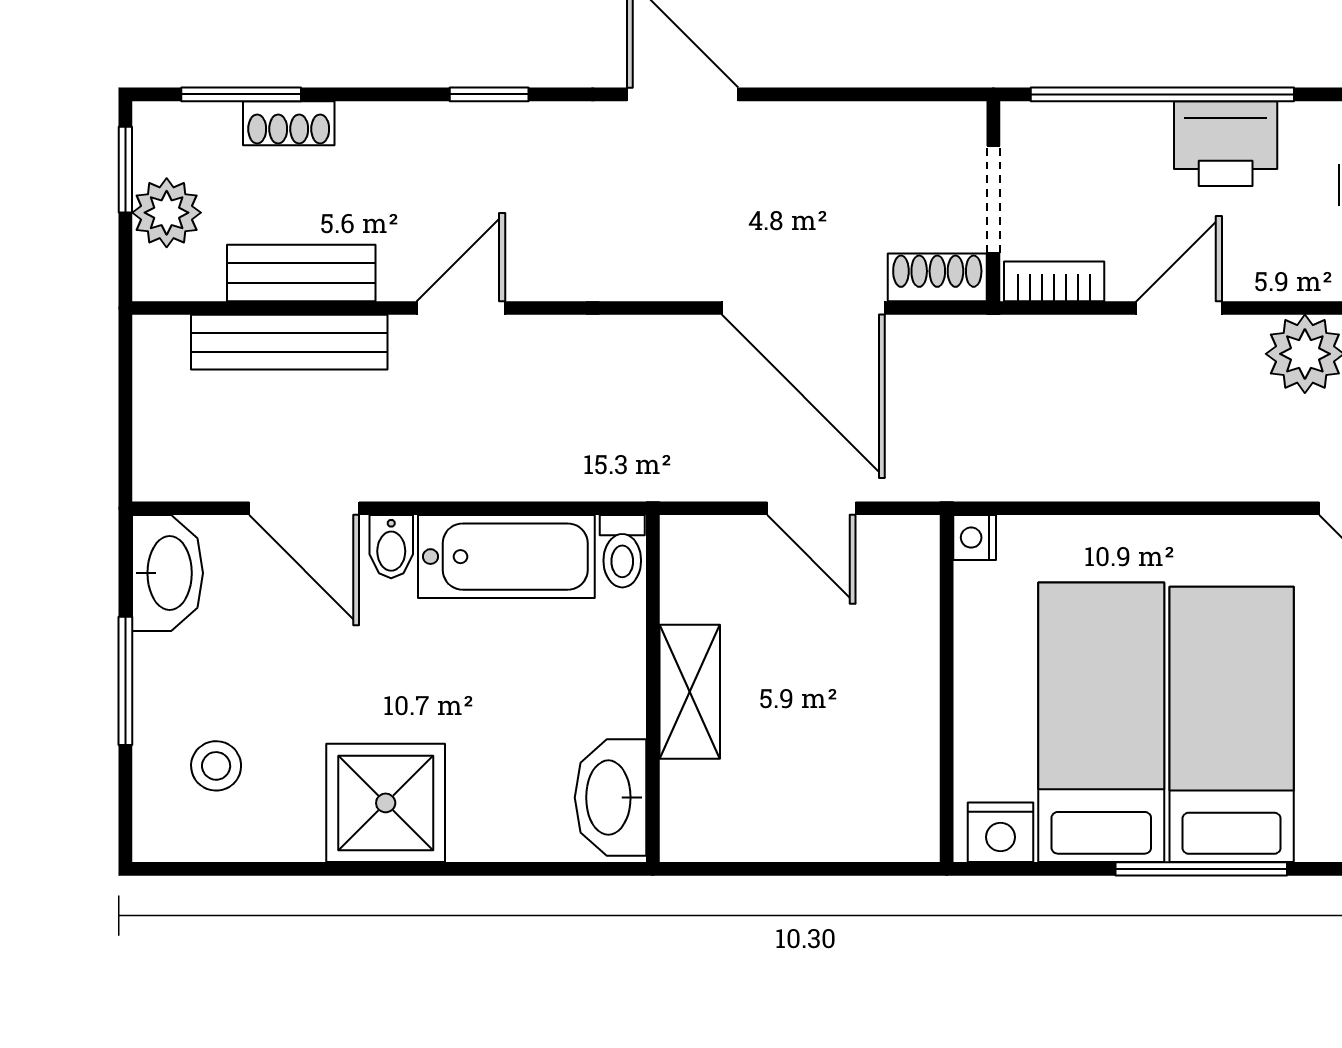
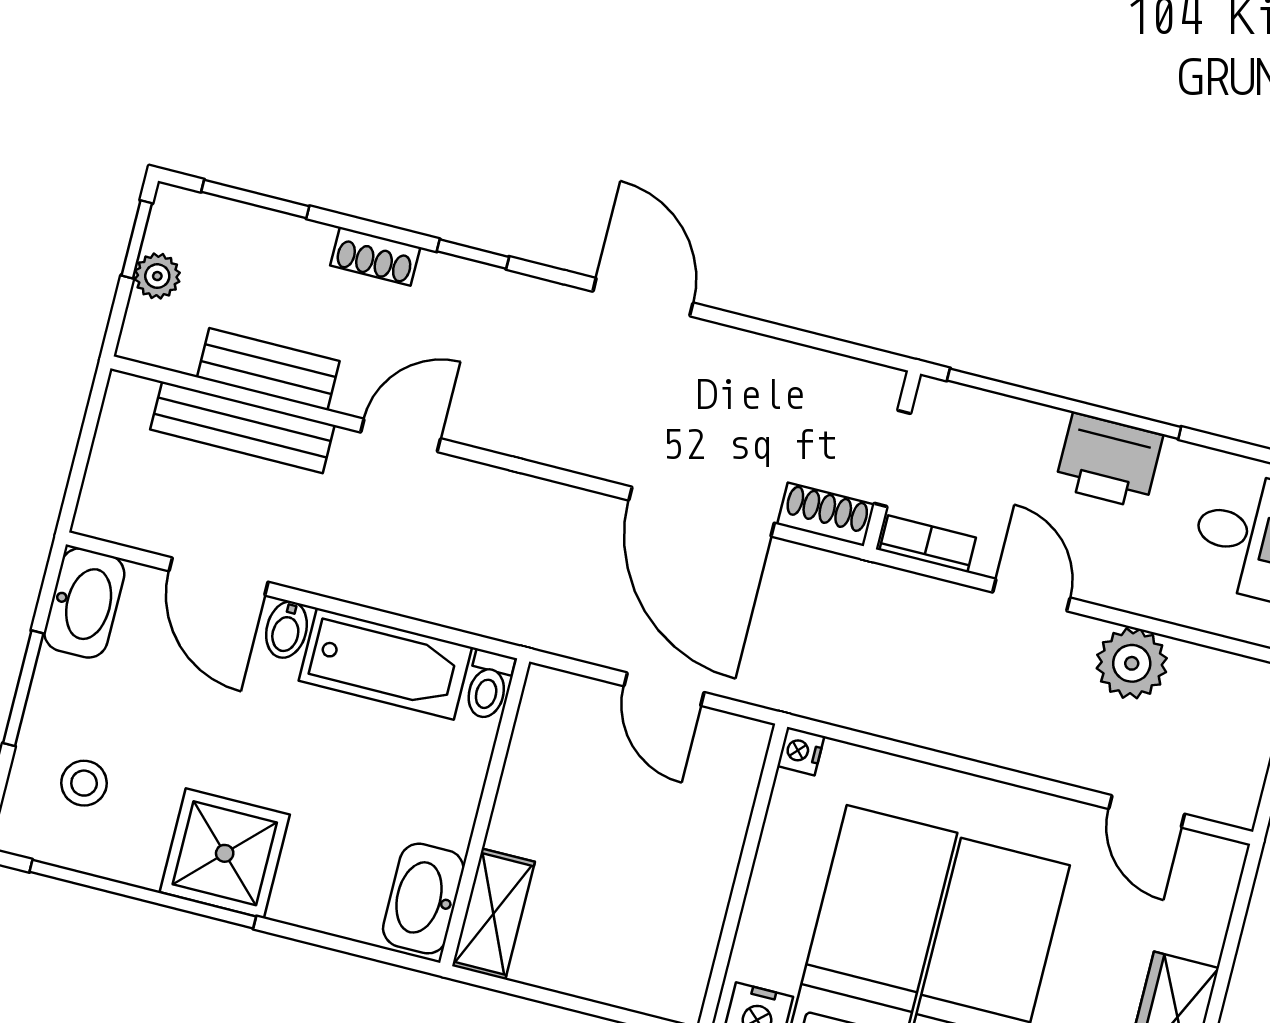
shoe rack: (289, 123) -> (375, 256), moved
plant: (167, 213) -> (157, 276), width x0.73, depth x0.73
door: (1179, 308) -> (1031, 595), hinge flipped
shelving: (690, 692) -> (493, 914), moved
window: (309, 869) -> (143, 894), added

